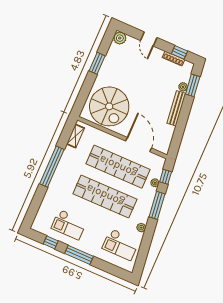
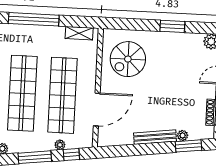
spiral stairs: (109, 106) -> (128, 59), width x0.73, depth x0.73

